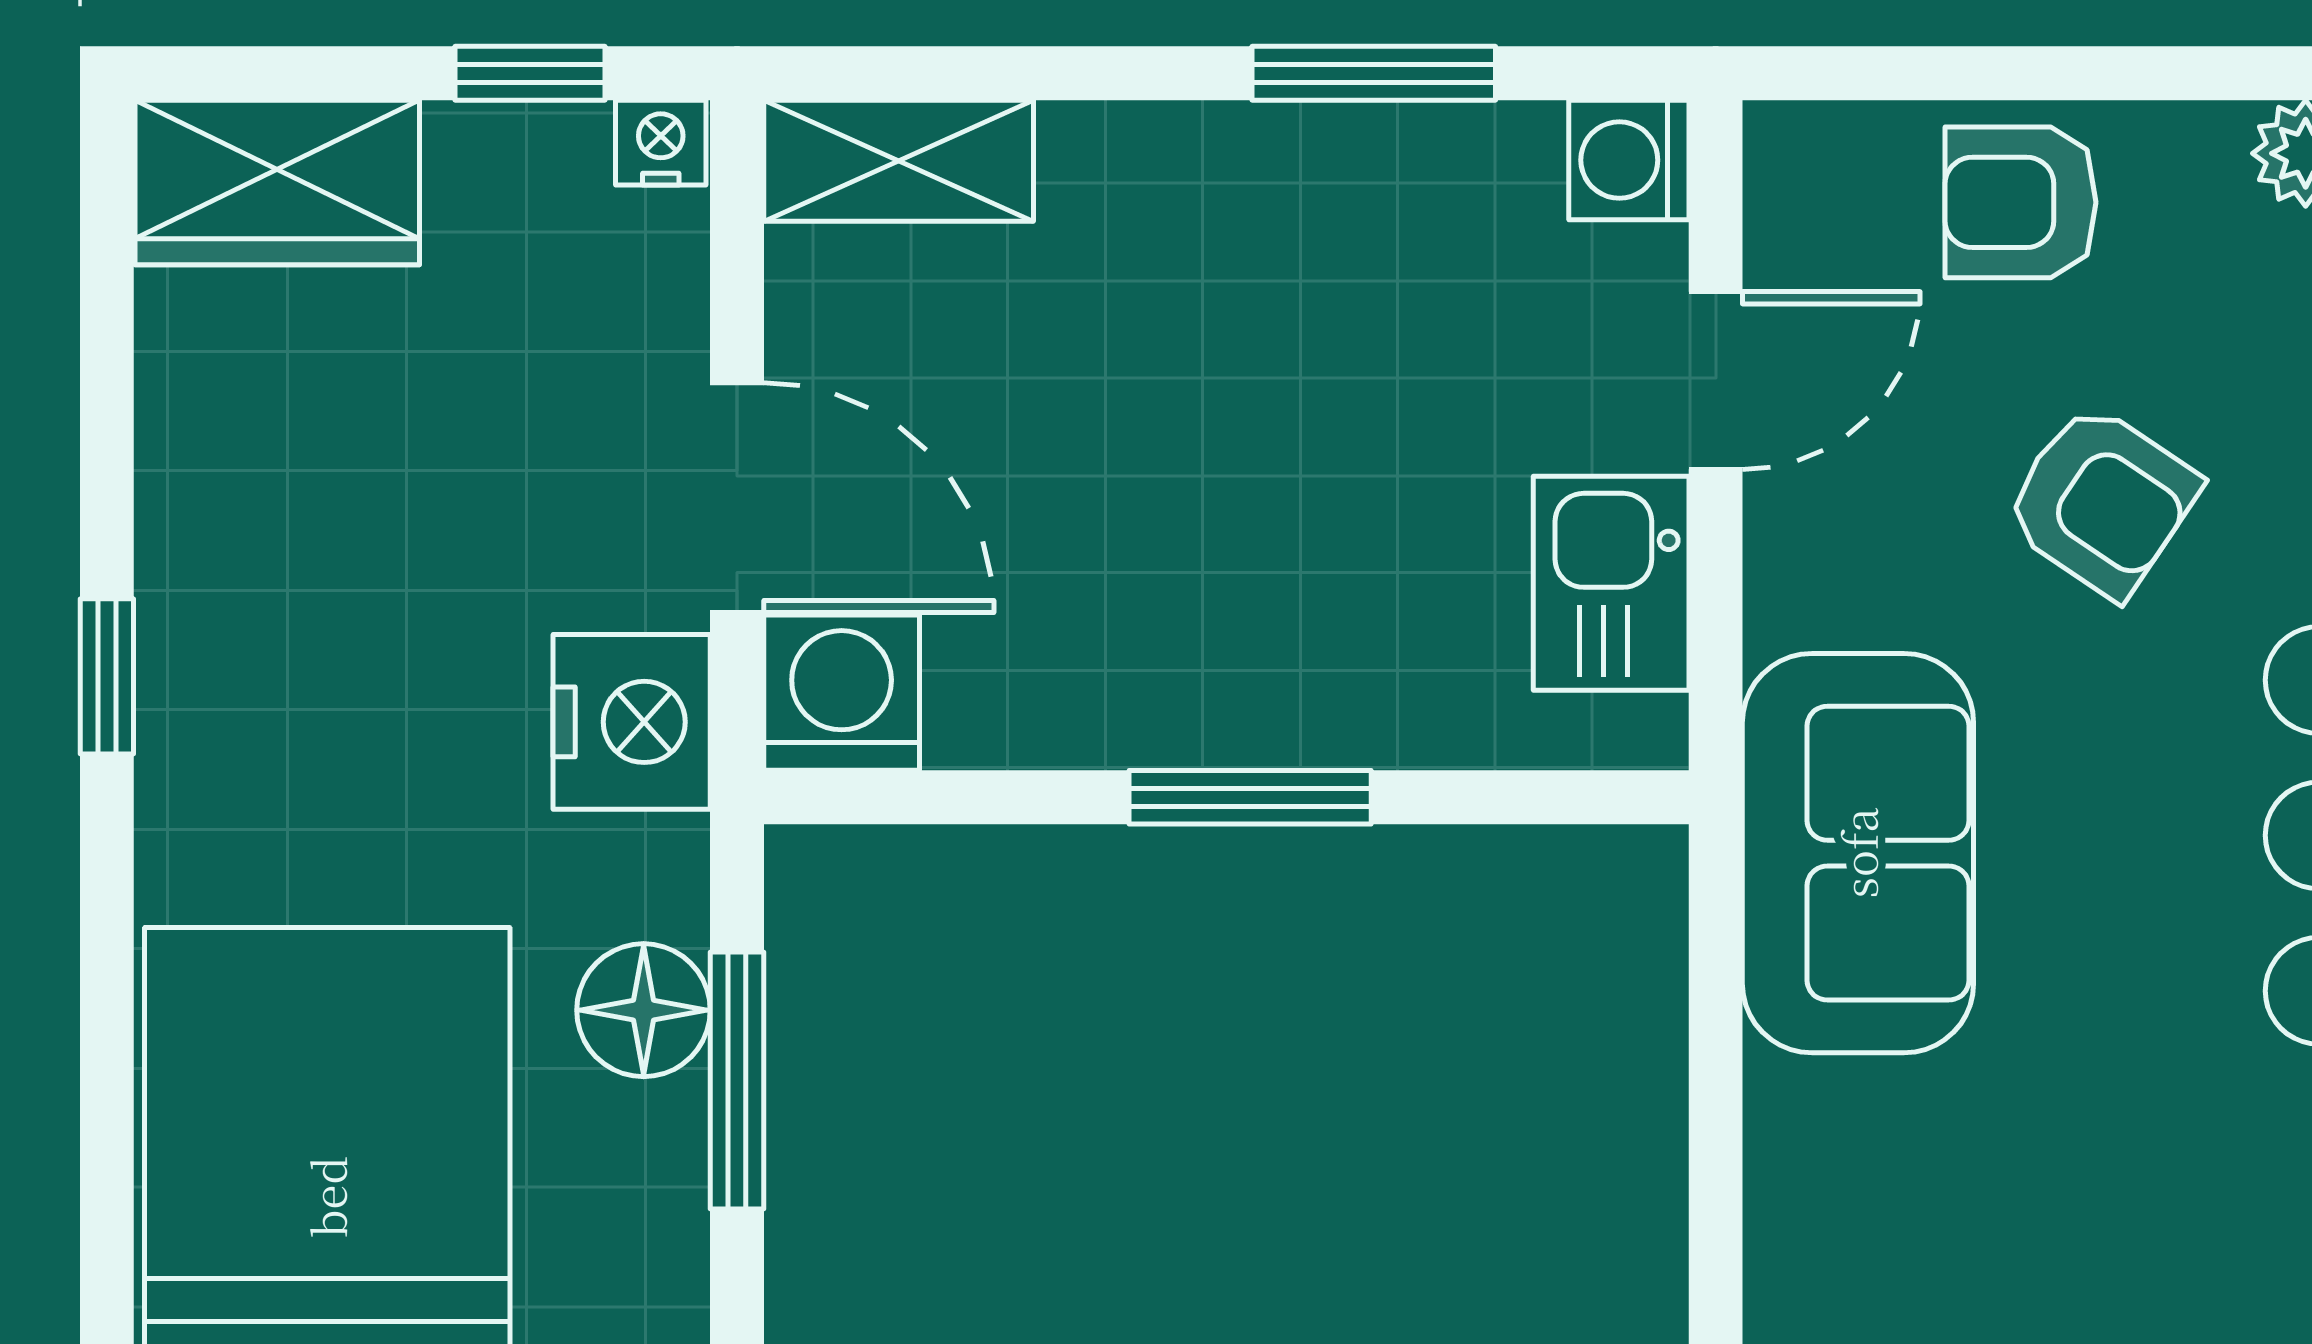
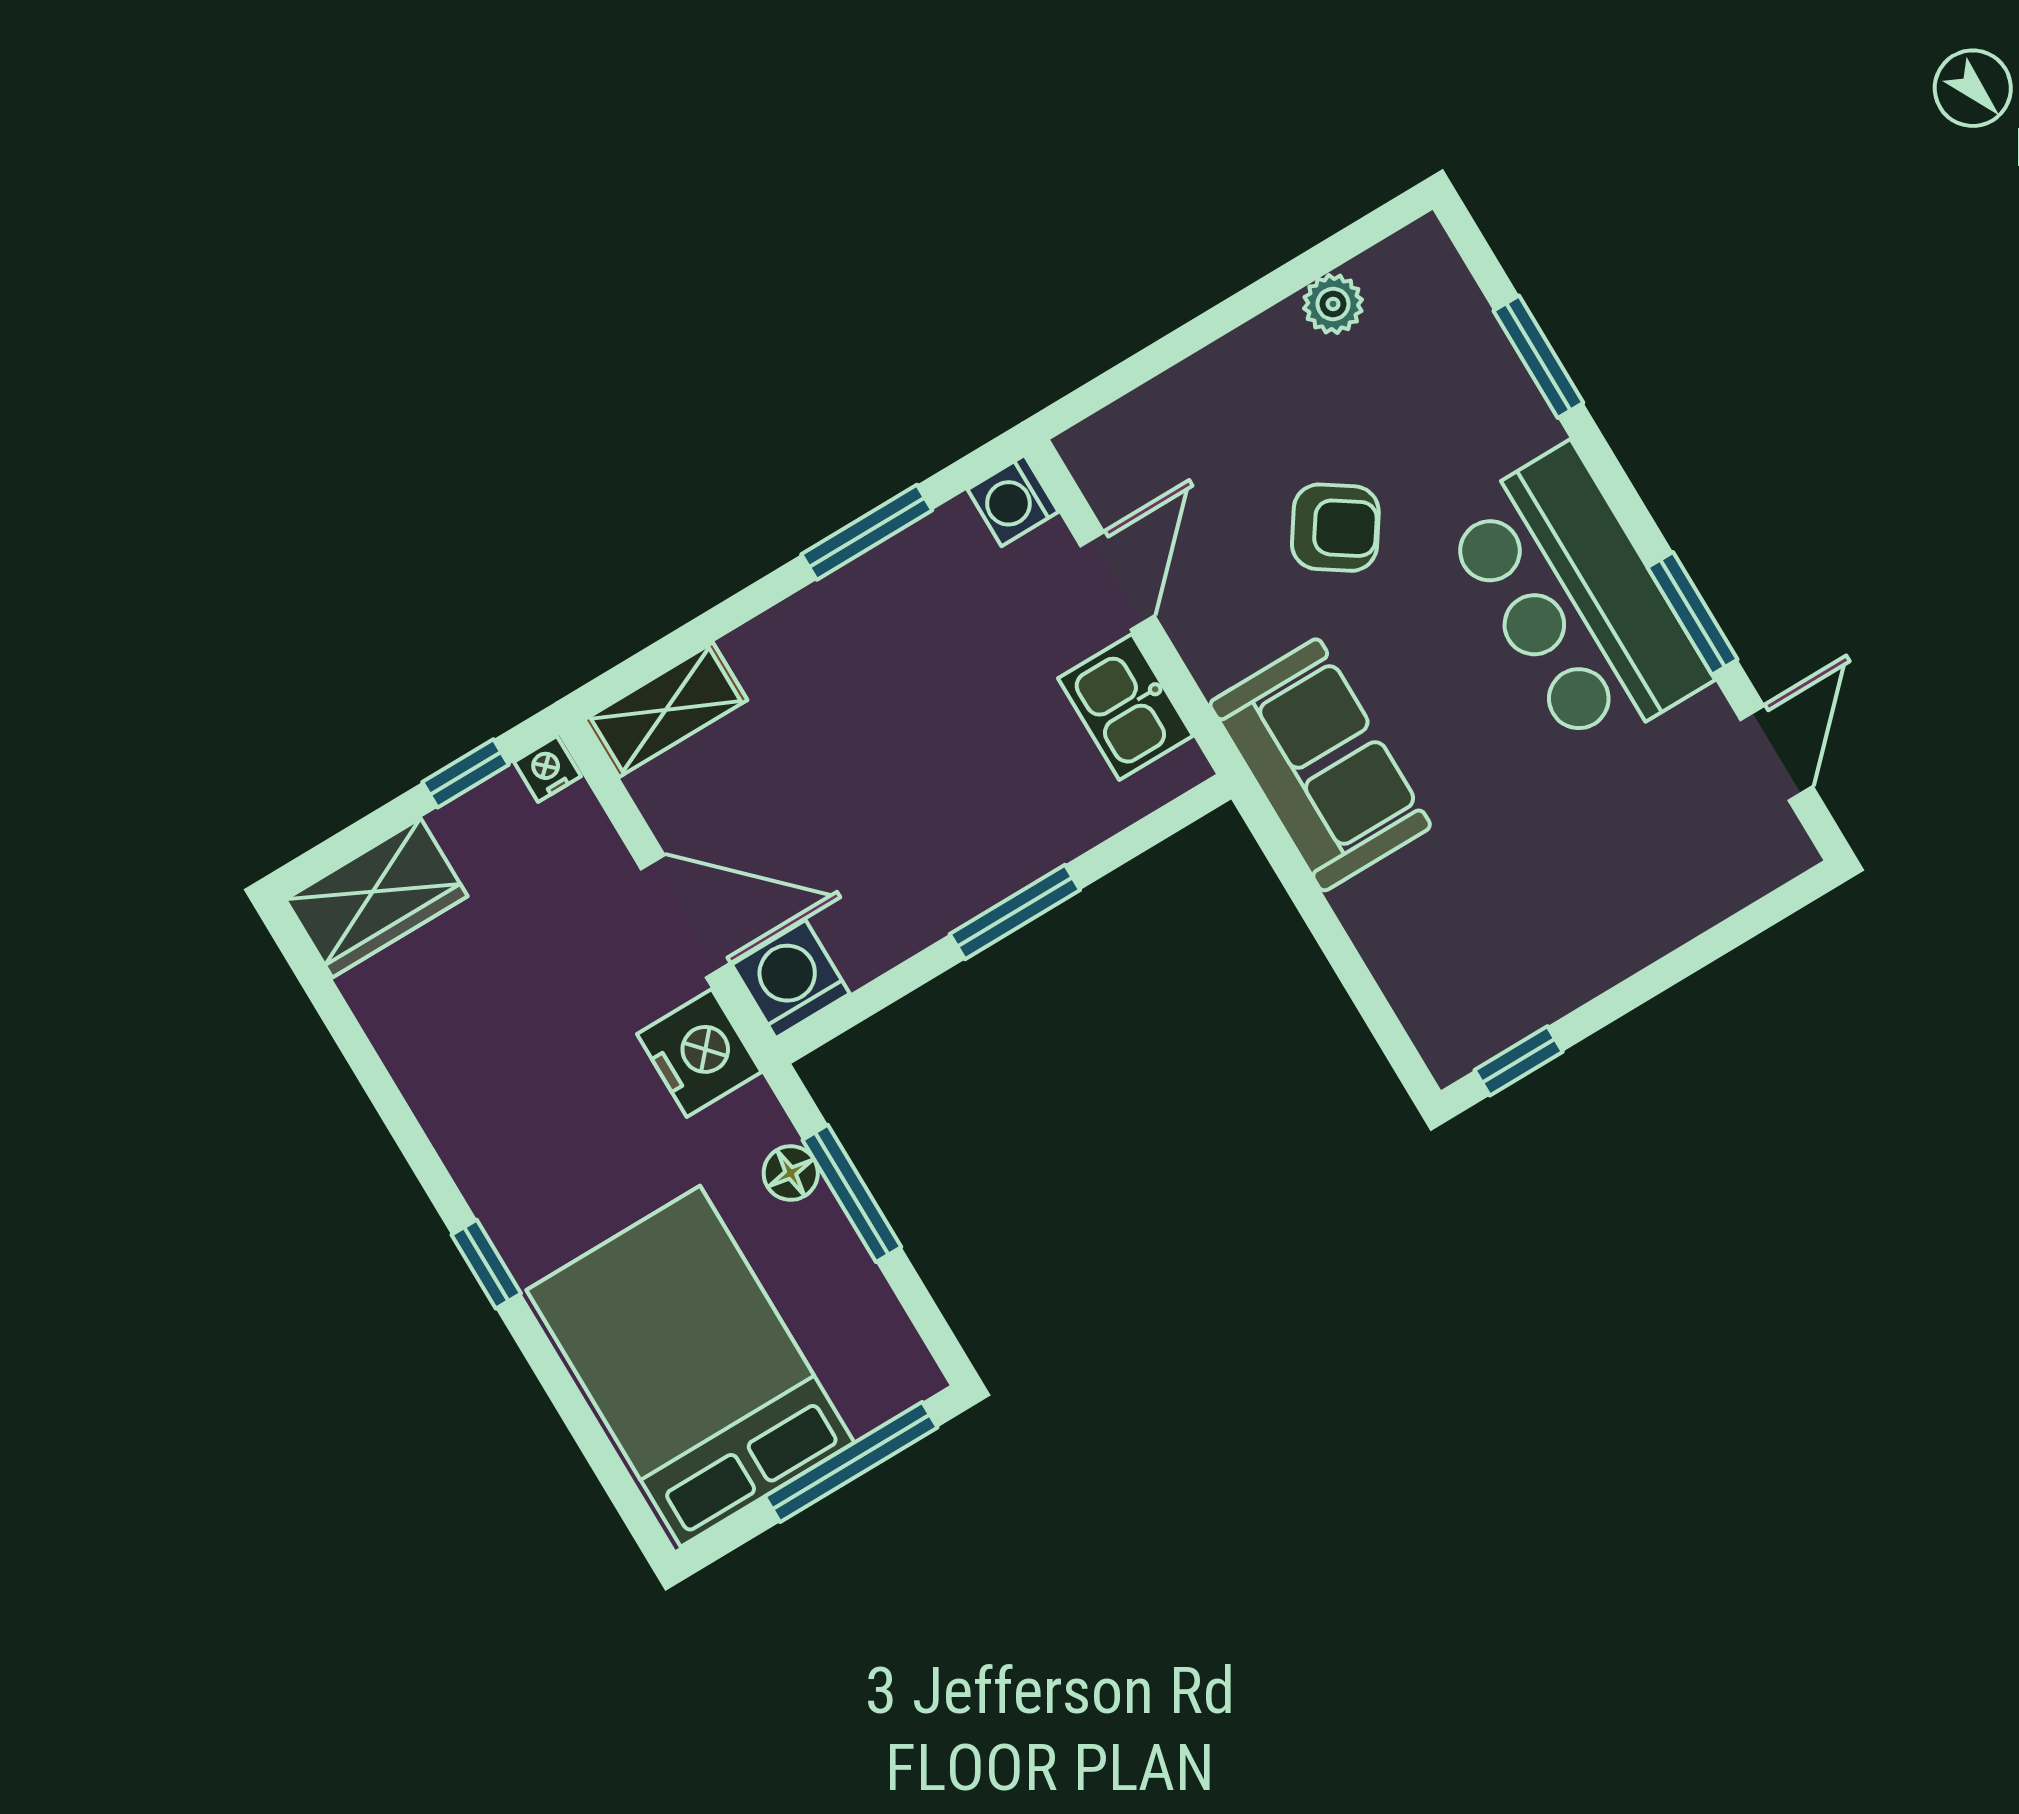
armchair: (2021, 202) -> (1211, 409), removed
window: (107, 676) -> (486, 1264), moved
floor lamp: (644, 1010) -> (791, 1173), width x0.73, depth x0.73

